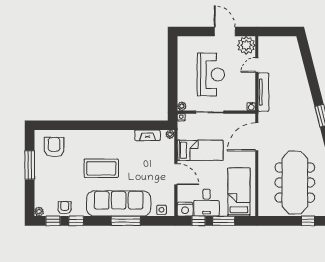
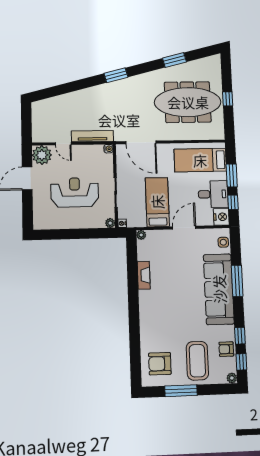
fireplace: (148, 135) -> (144, 275), moved
coffee table: (101, 168) -> (197, 361), moved
window: (308, 221) -> (228, 99), moved

